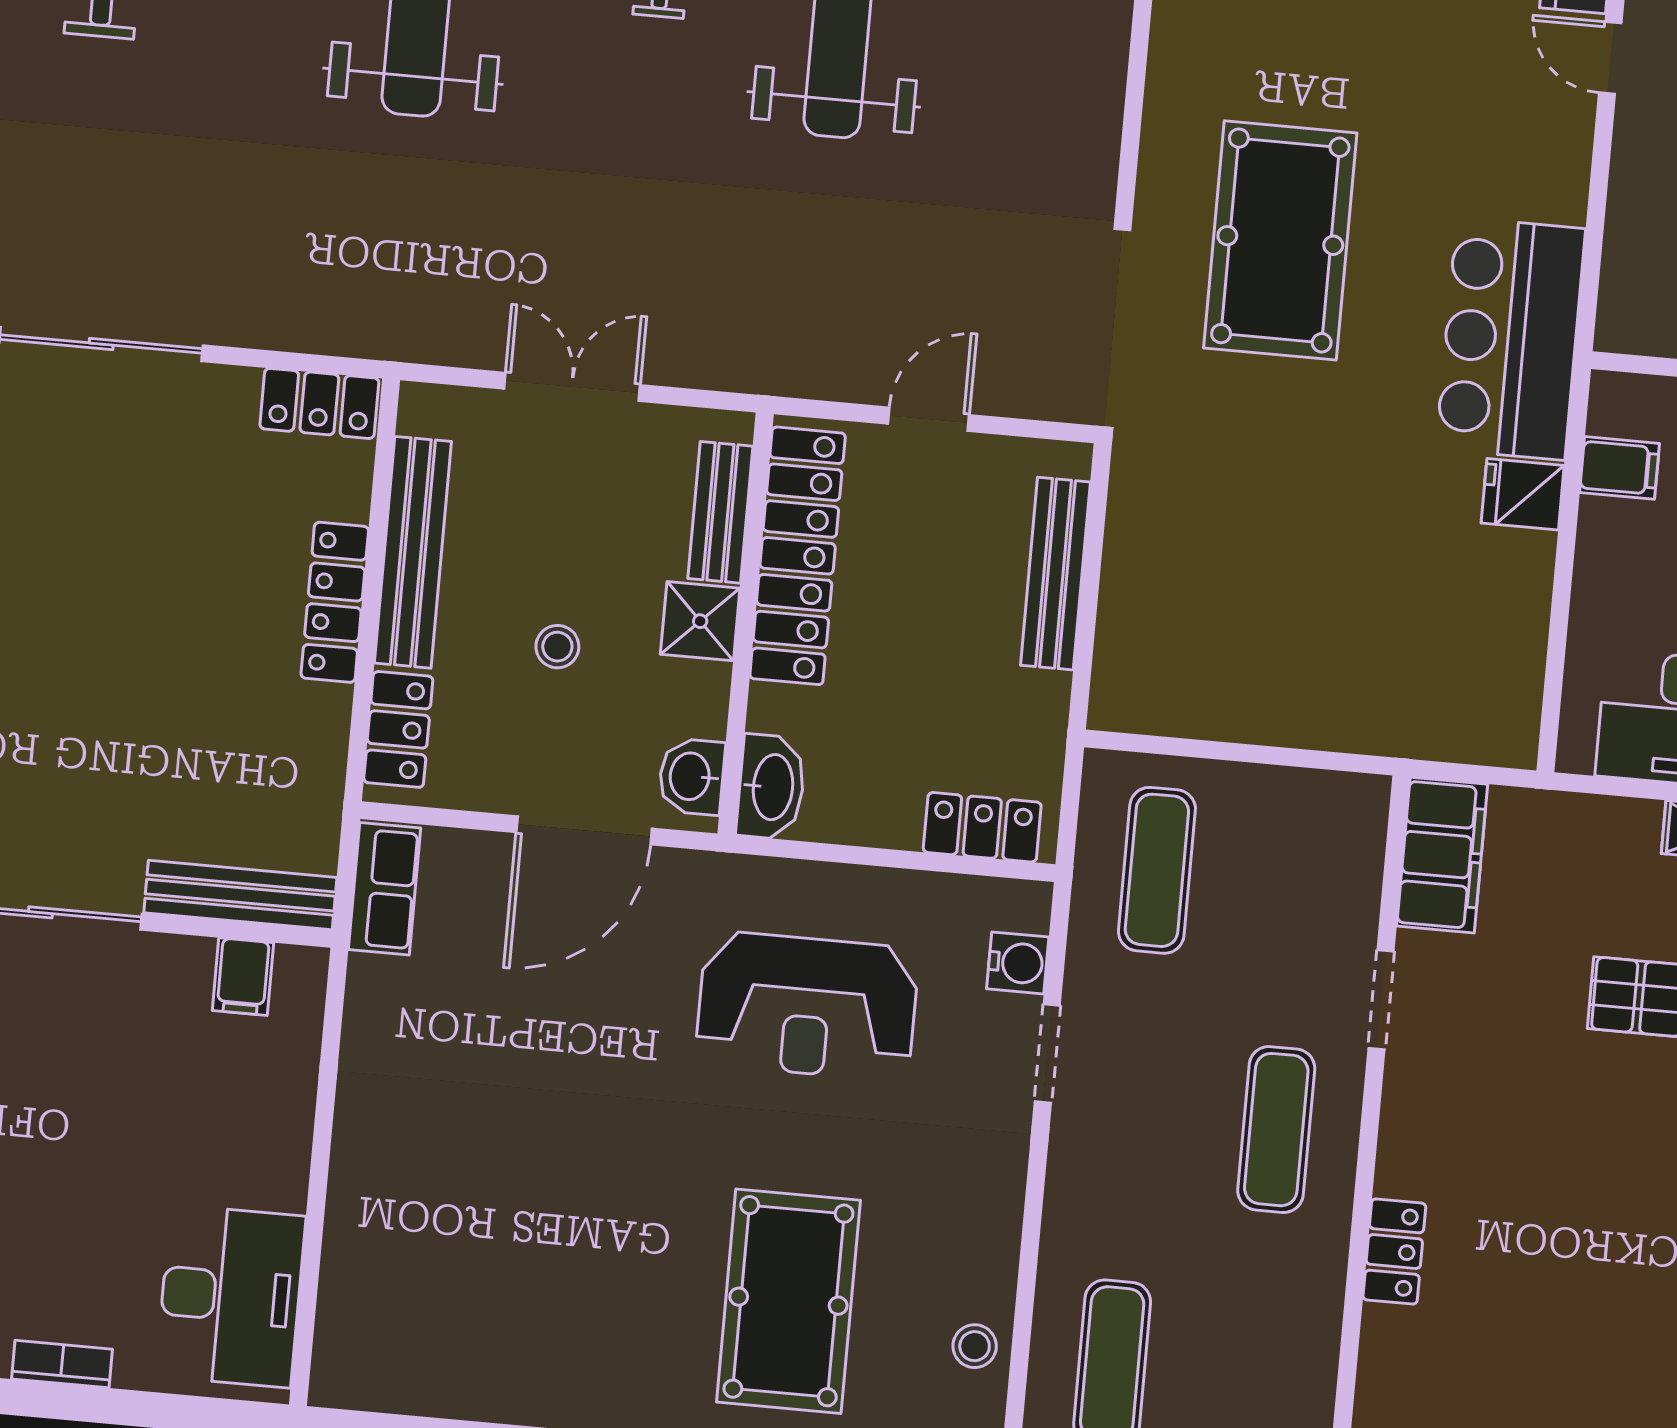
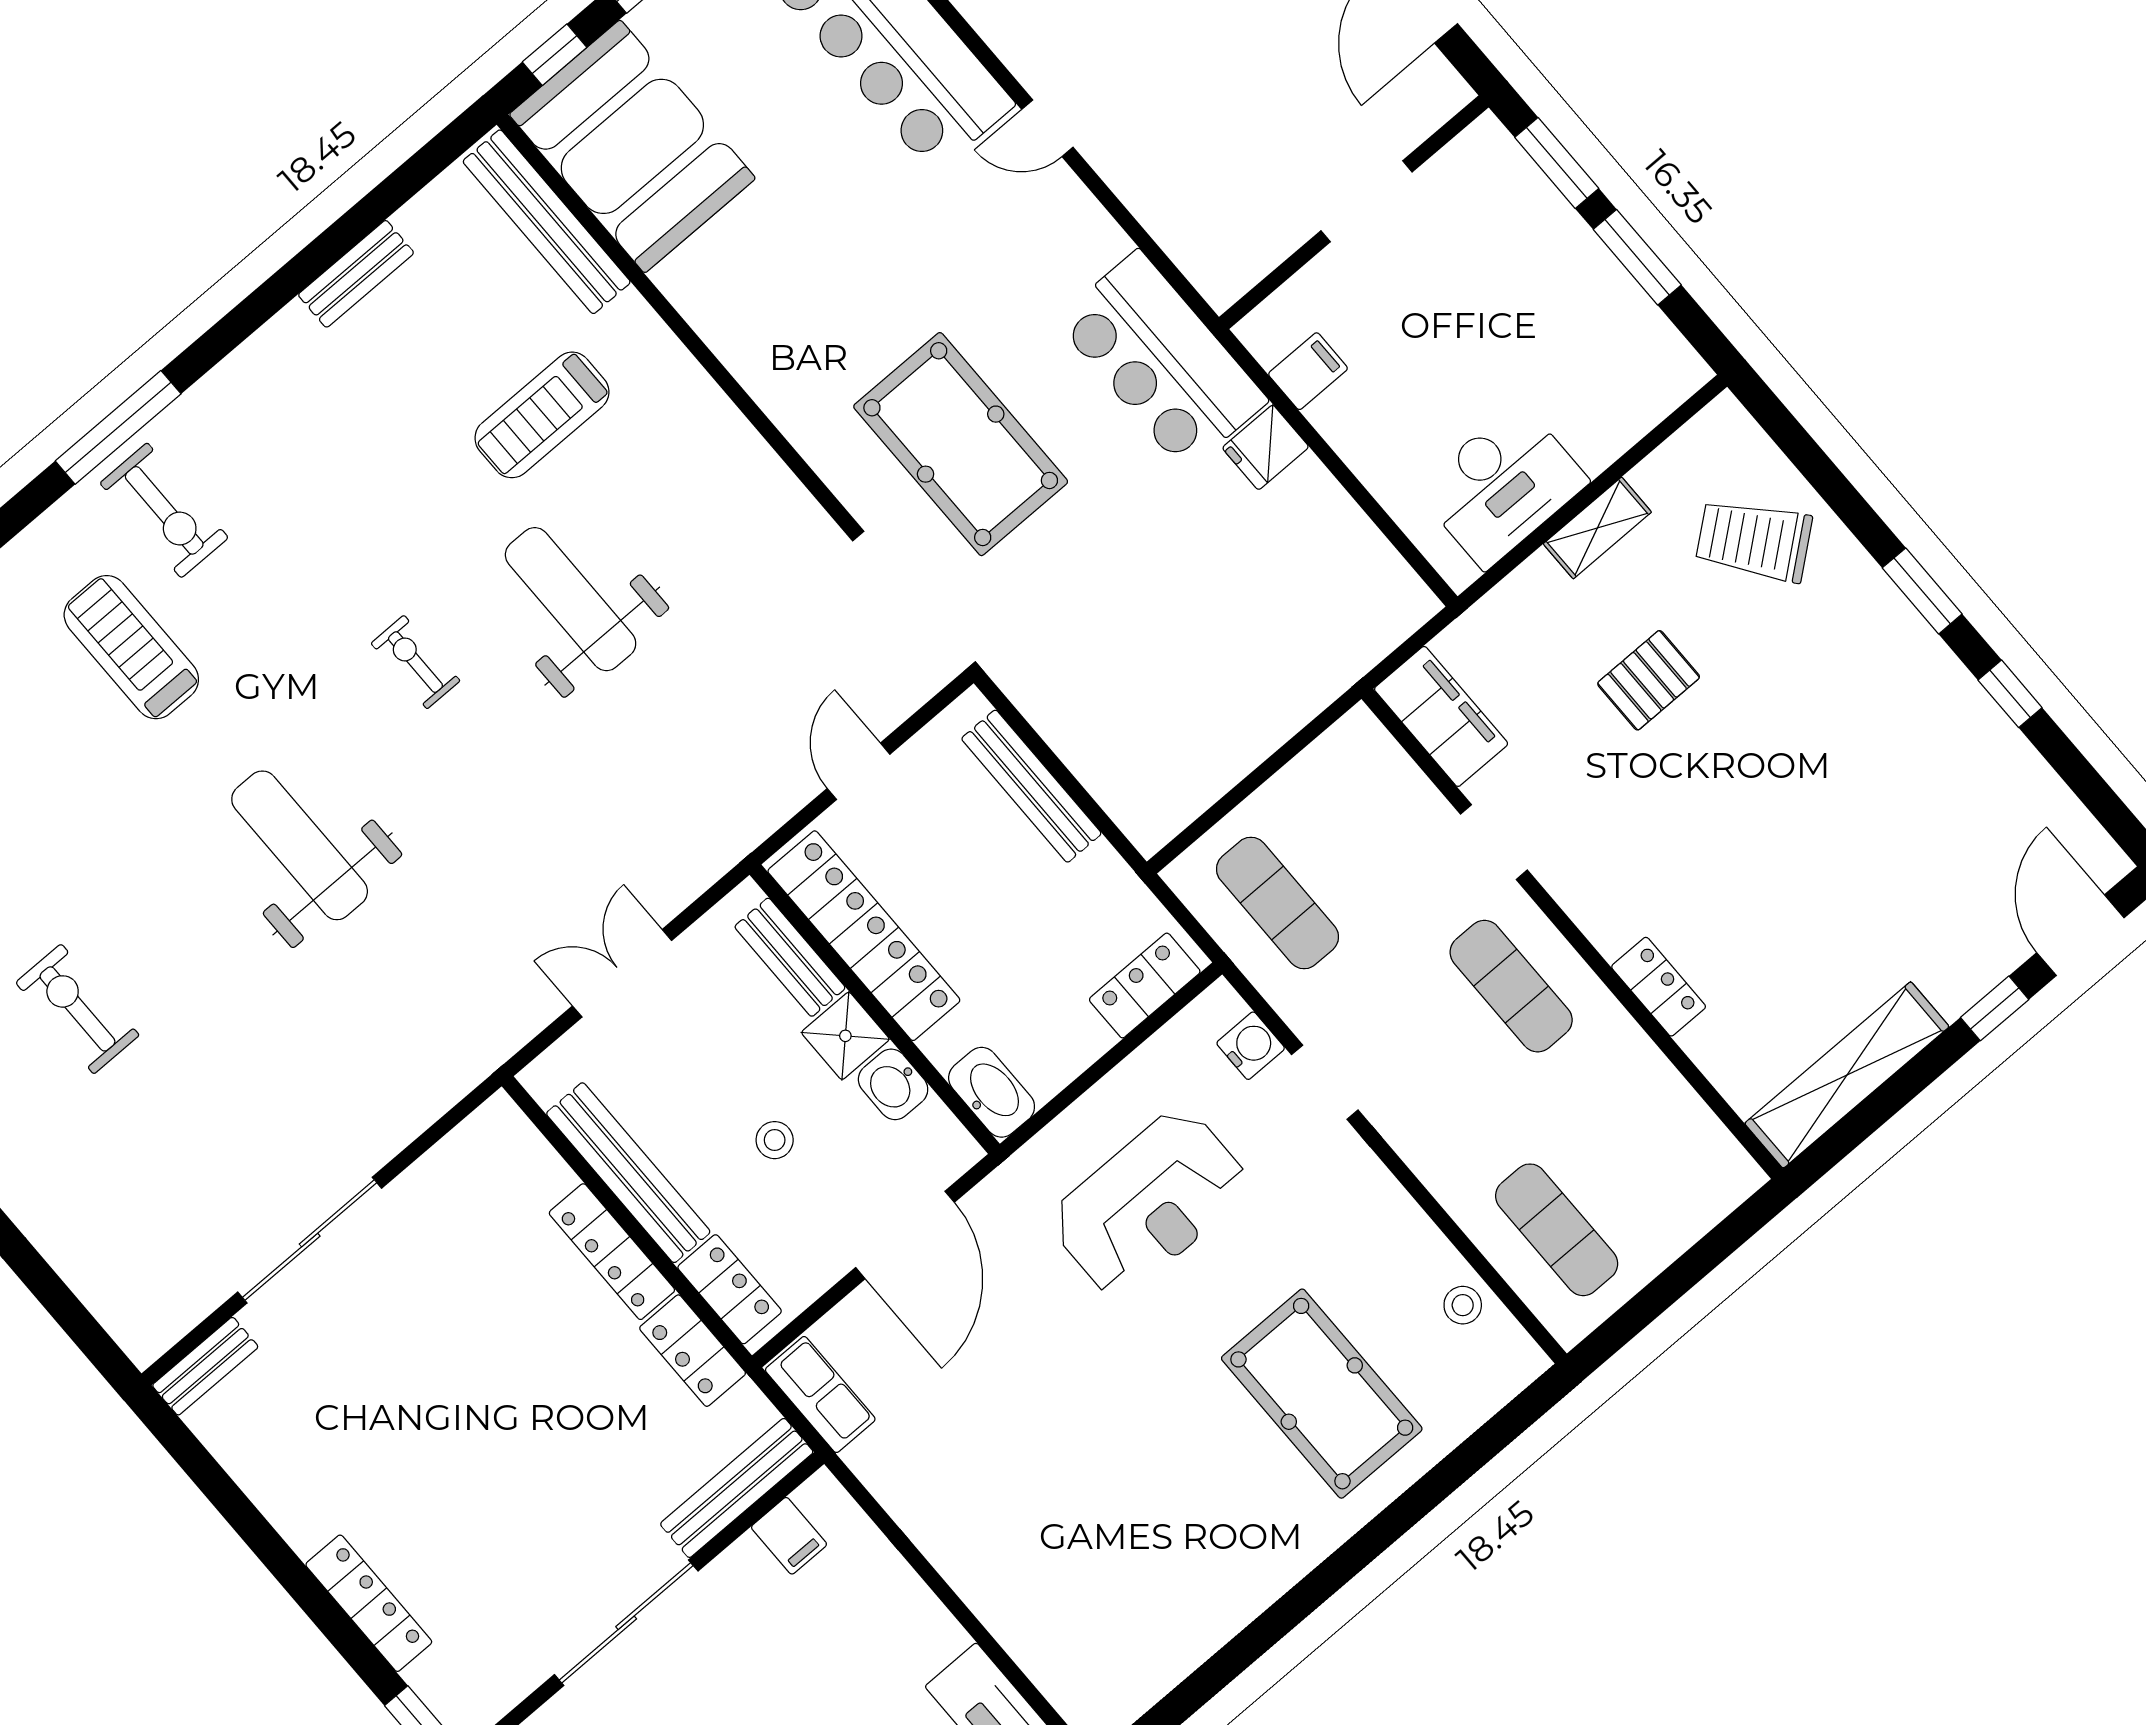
locker: (319, 403) -> (693, 1351), moved, turned 90
washbasin: (692, 776) -> (893, 1084), moved

